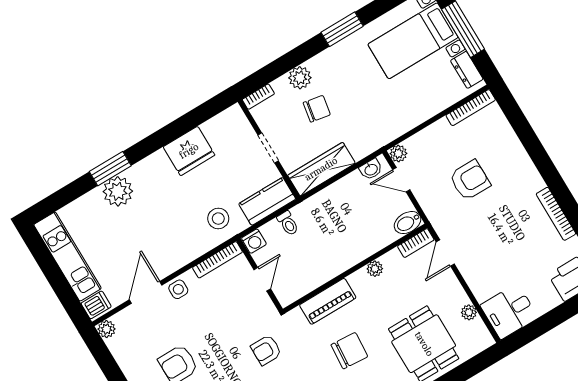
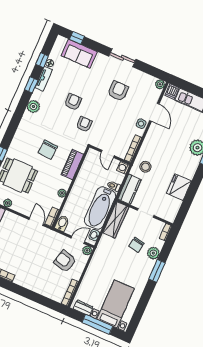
window: (342, 29) -> (157, 271), moved
armchair: (470, 180) -> (65, 261), moved, turned 105
bathtub: (333, 204) -> (100, 208), added

